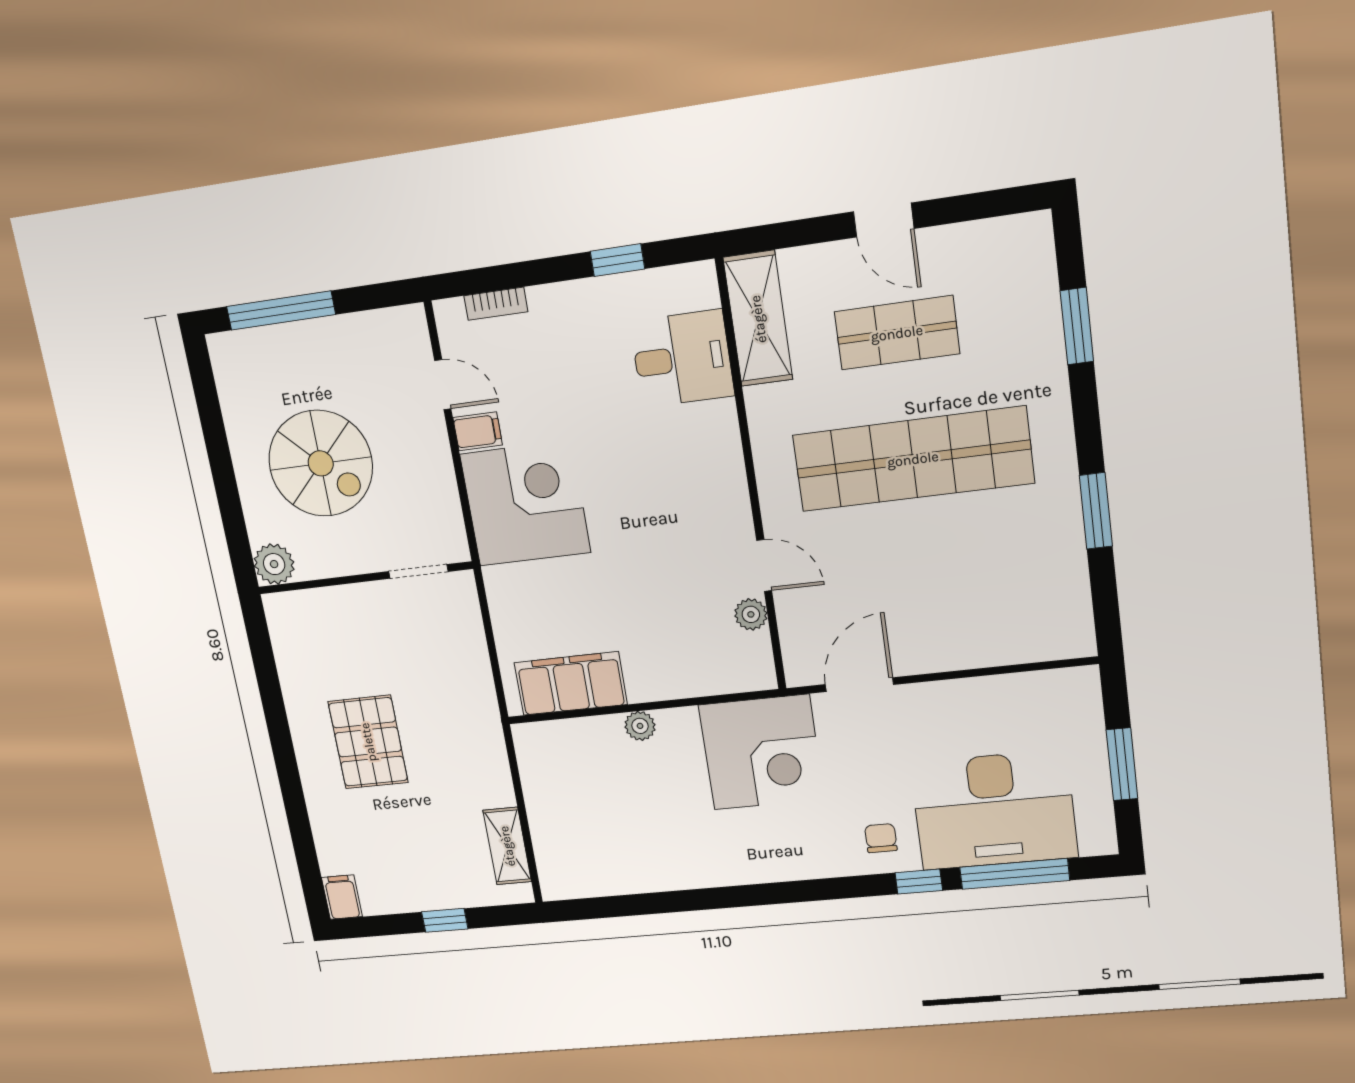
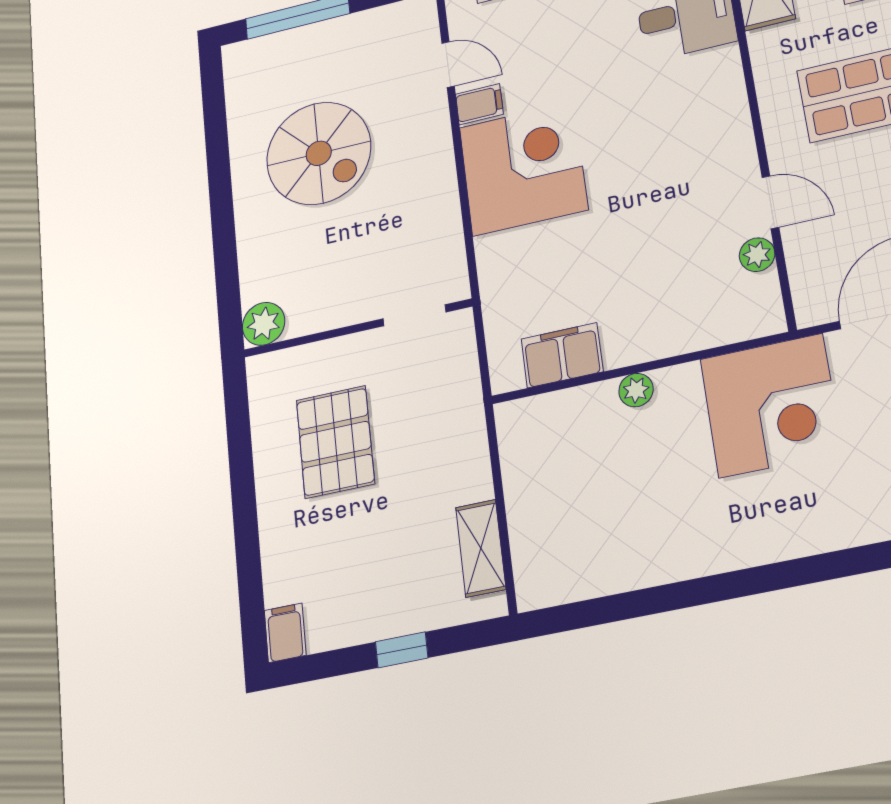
plant: (274, 564) -> (264, 324), moved
doorway: (418, 571) -> (414, 315), moved
wall: (365, 578) -> (357, 328), moved
filing cabinet: (571, 684) -> (562, 355), width x0.67, depth x0.86

